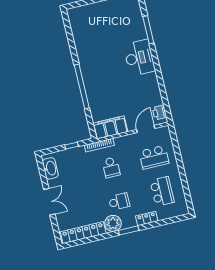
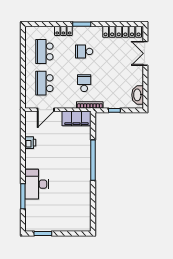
desk: (139, 58) -> (37, 184), moved
printer: (160, 112) -> (30, 143), moved
school desk: (154, 157) -> (44, 83), turned -90
double door: (49, 202) -> (145, 53), moved
plant: (113, 223) -> (94, 34), removed

